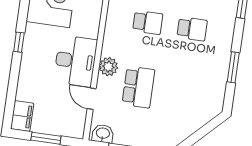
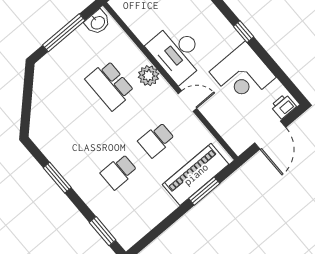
window: (19, 42) -> (244, 32), moved
door: (92, 99) -> (187, 101), moved

